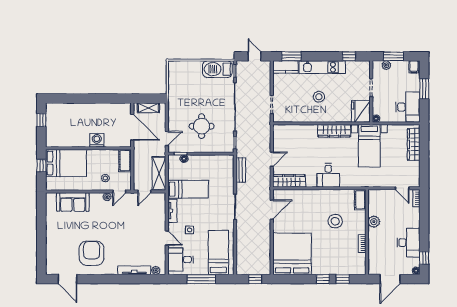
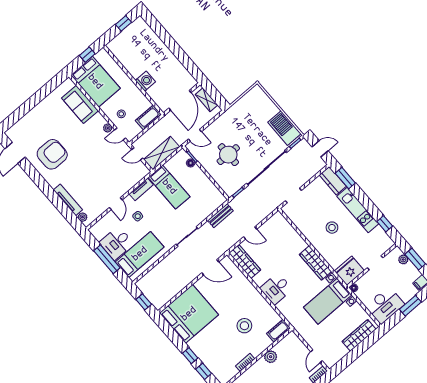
door: (255, 56) -> (320, 149), hinge flipped
bed: (66, 163) -> (95, 82), moved
desk: (181, 260) -> (116, 243), moved, turned -90

